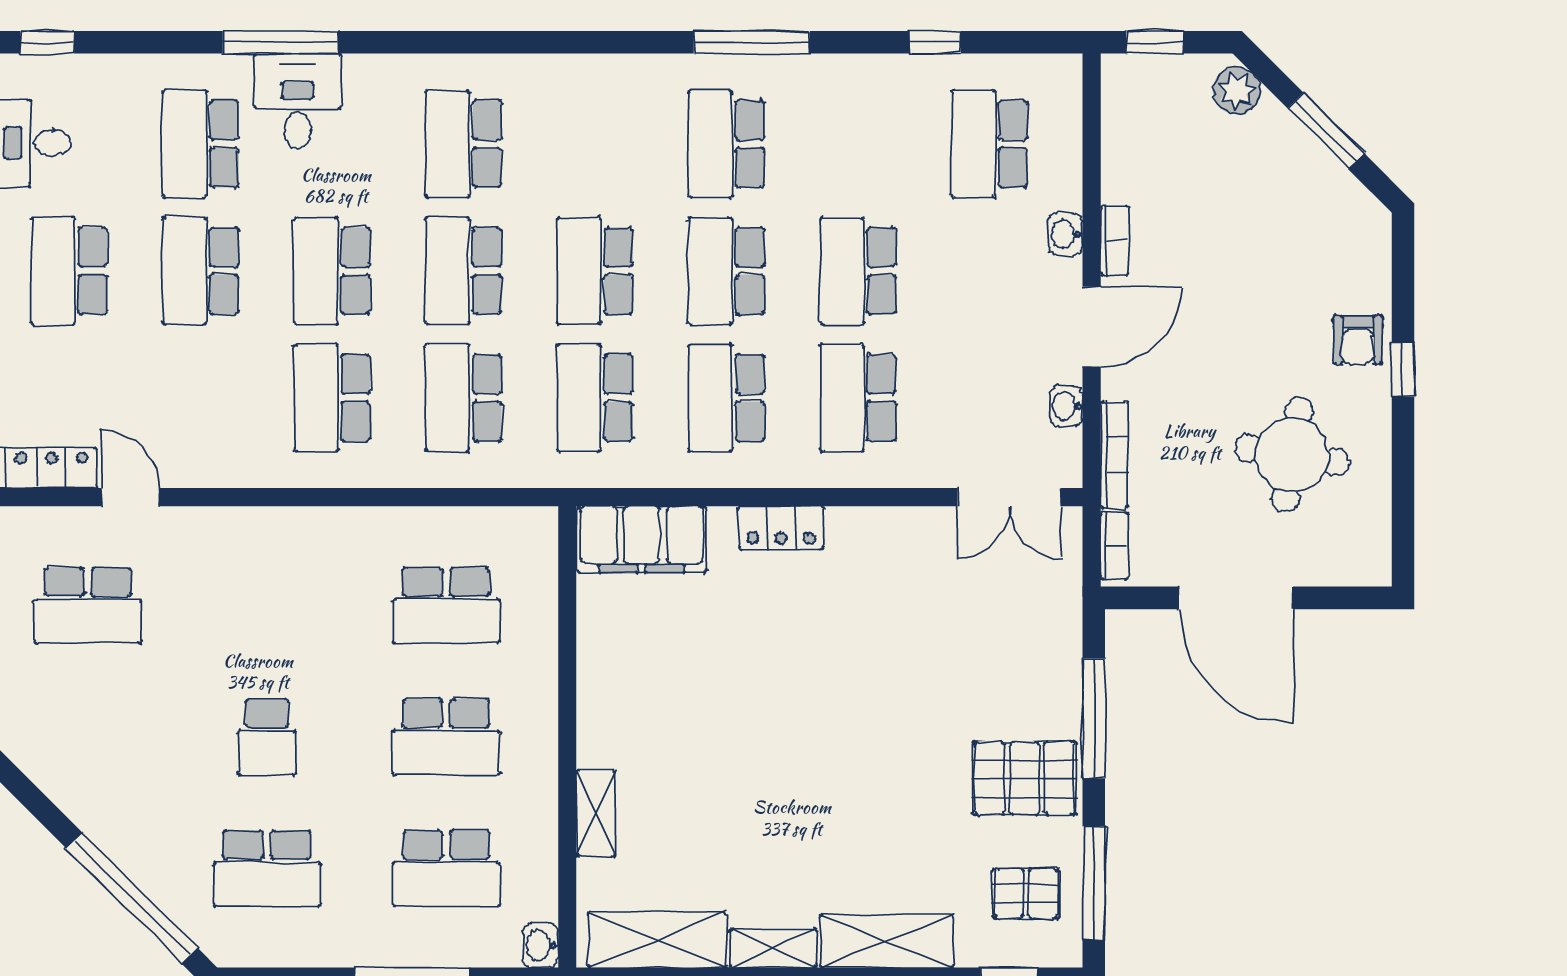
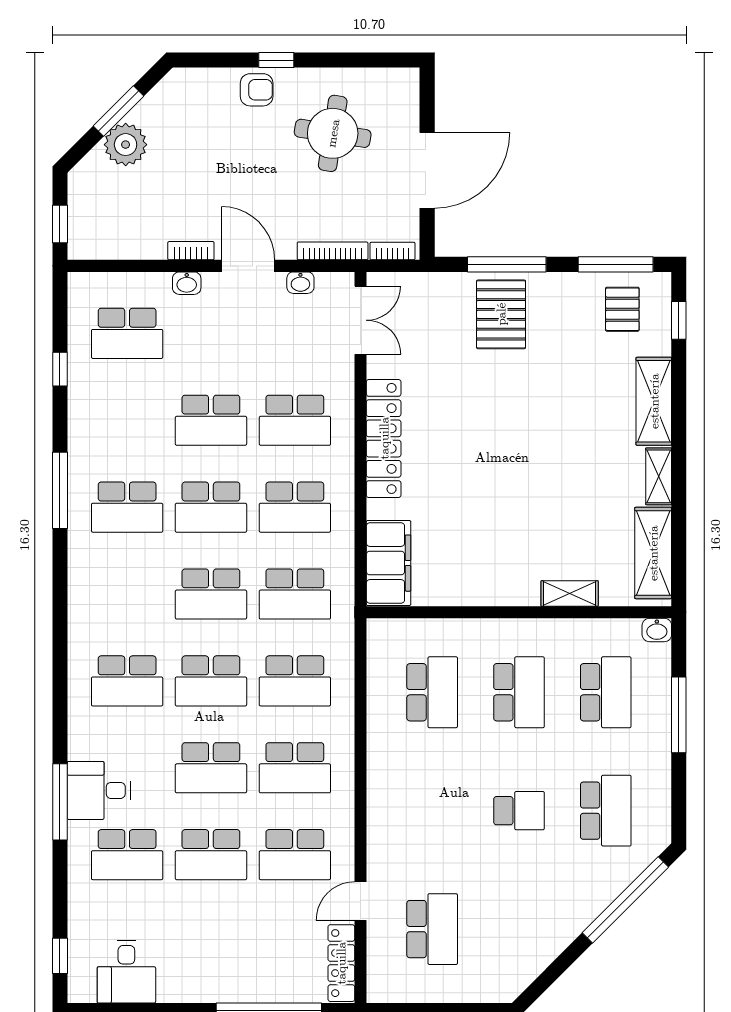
plant: (1236, 91) -> (126, 145), moved, width x1.36, depth x1.36
school desk: (69, 271) -> (295, 855), moved
locker: (781, 528) -> (384, 438), width x2.16, depth x1.21
pallet: (1024, 778) -> (501, 314), moved

